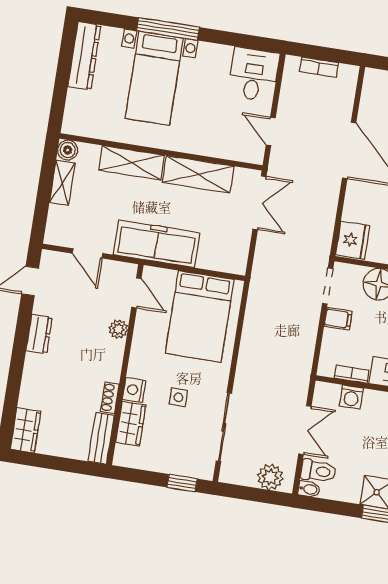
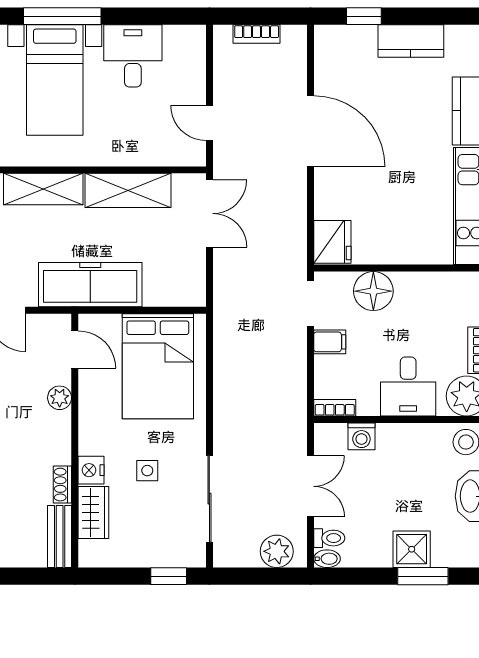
desk: (254, 75) -> (133, 56), moved
bookcase: (352, 374) -> (335, 408), moved
toilet: (318, 471) -> (329, 538), width x0.73, depth x0.72

